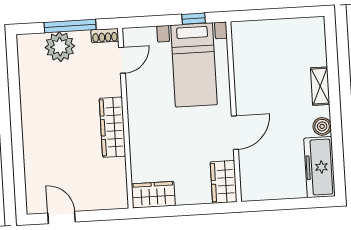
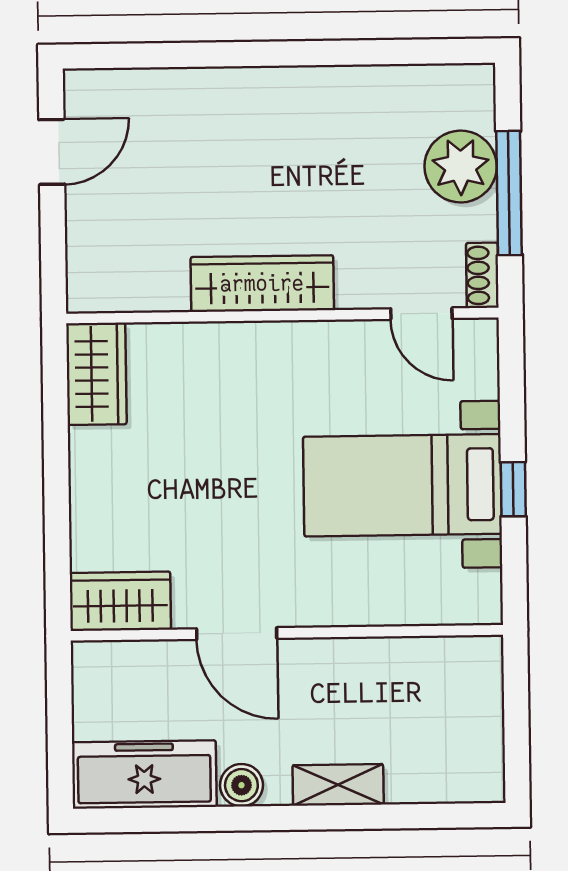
wall: (234, 112) -> (287, 633), moved
door: (235, 133) -> (237, 634), moved
wardrobe: (224, 182) -> (120, 601), moved

